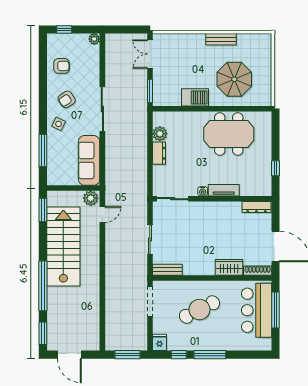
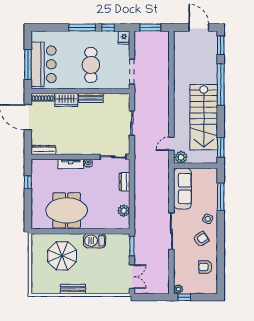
window: (64, 29) -> (184, 297), moved
dresser: (159, 153) -> (124, 182), moved
bench: (167, 270) -> (91, 98), moved
cafe table: (199, 310) -> (91, 65), turned -63

